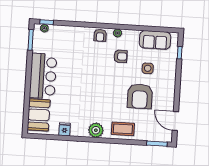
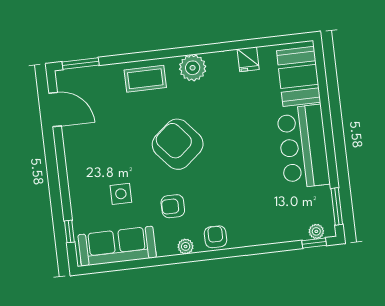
sofa: (155, 40) -> (117, 246), width x1.36
armchair: (140, 96) -> (178, 144), moved, turned -40

